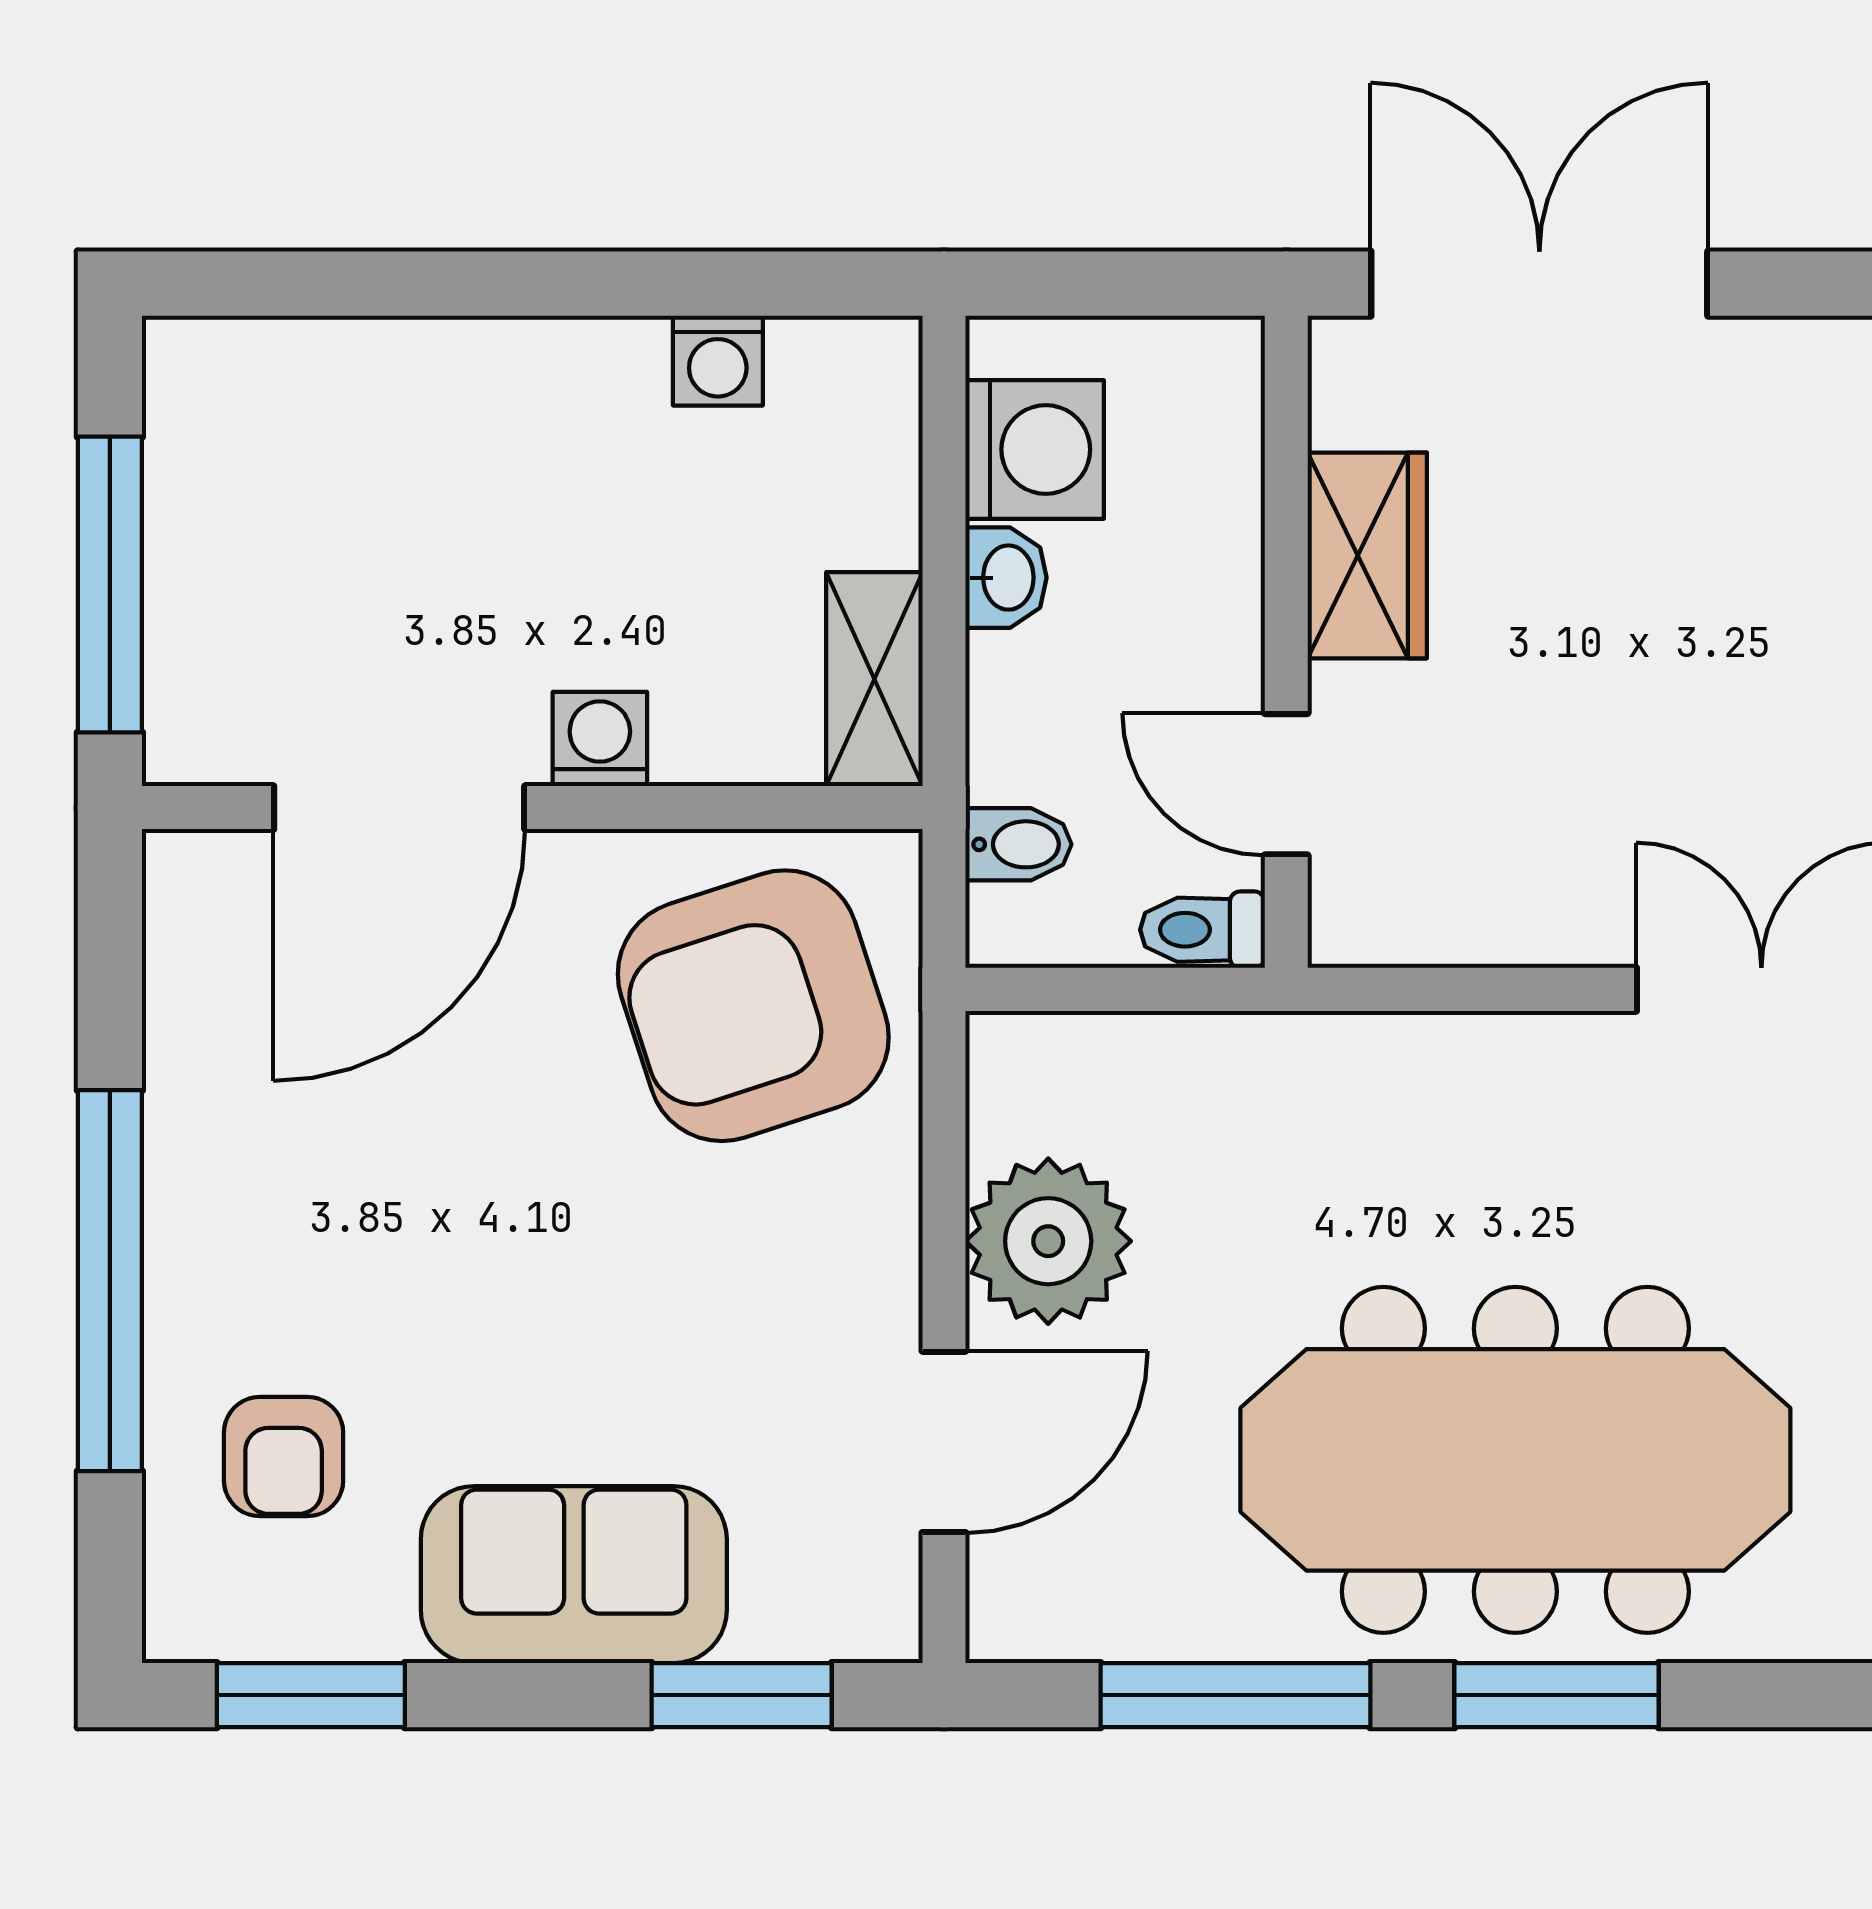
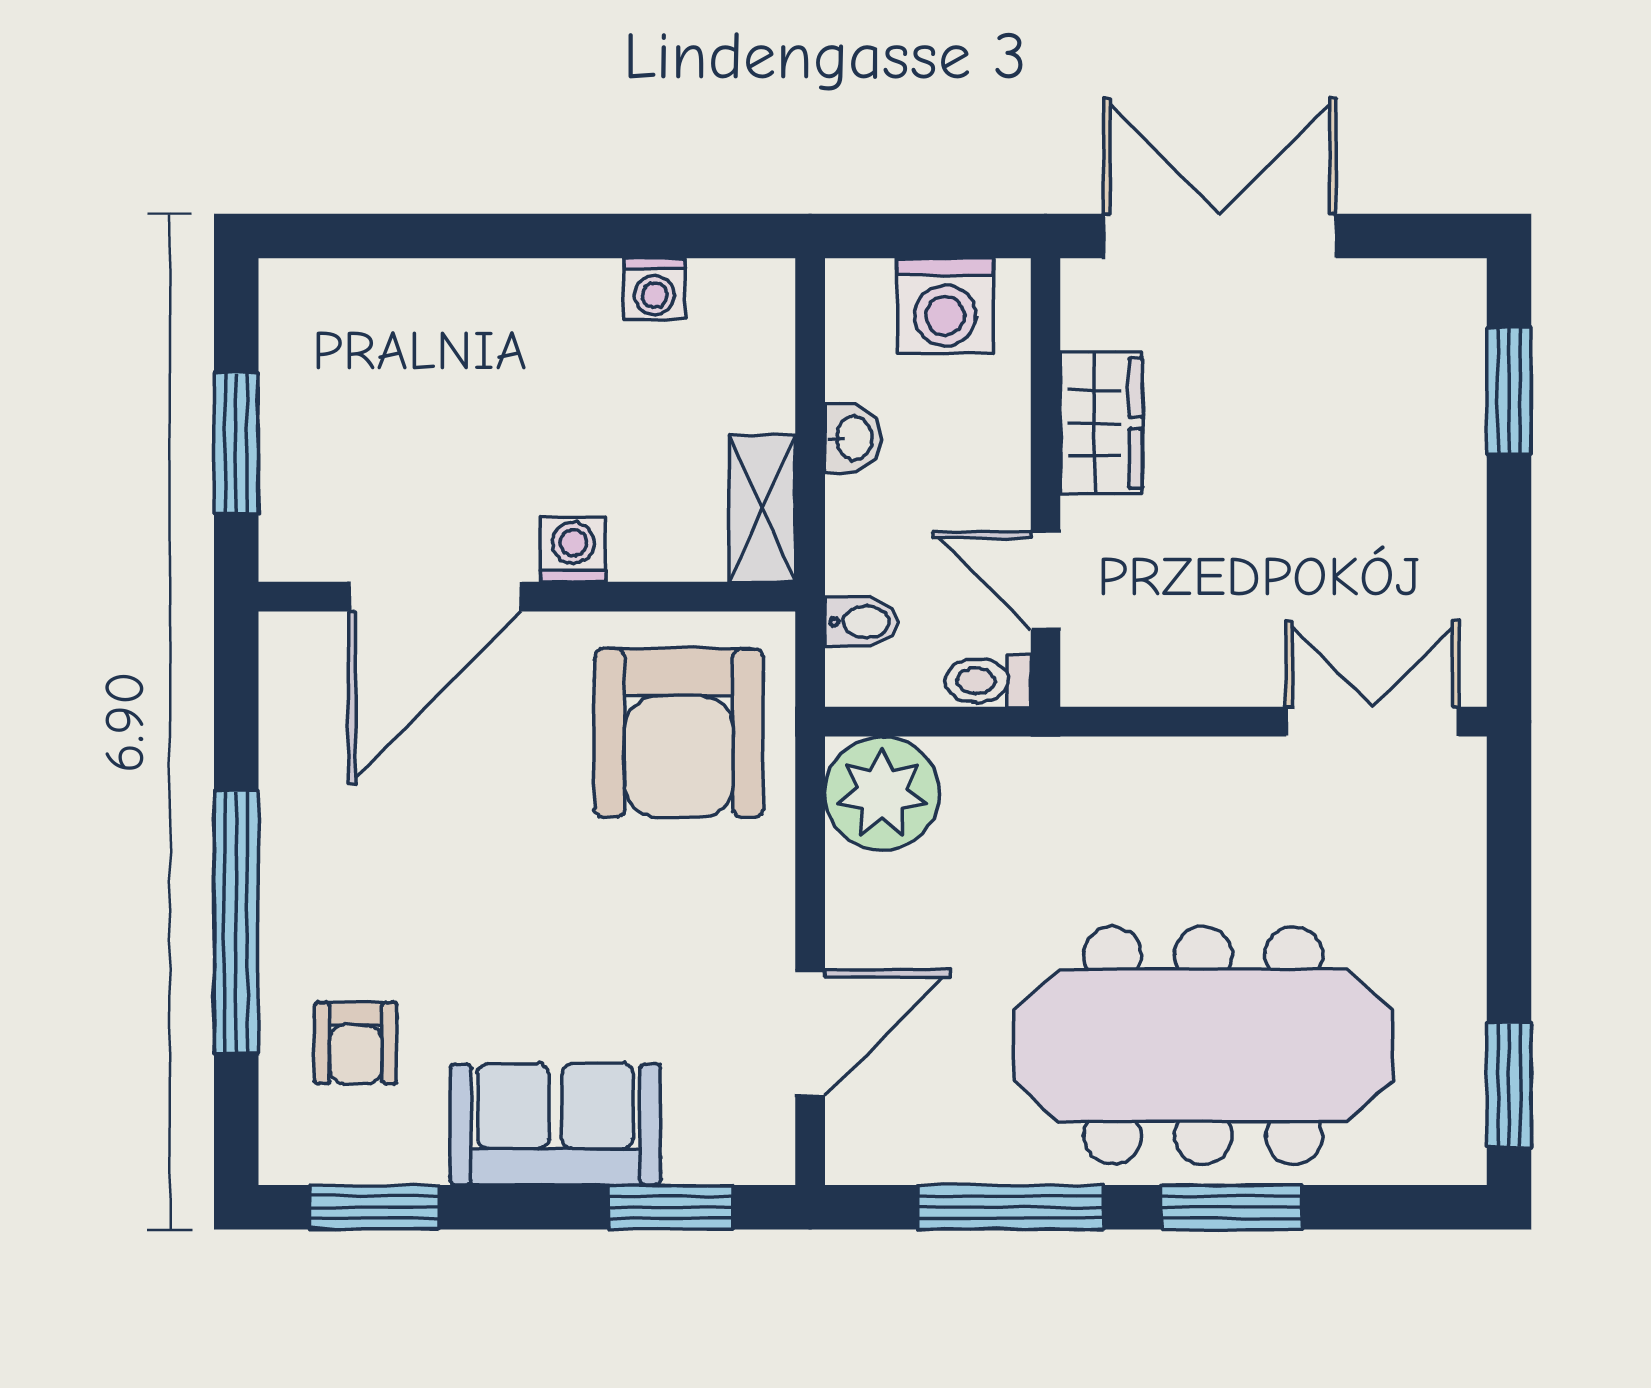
washing machine: (1035, 449) -> (945, 306), moved, turned 90
window: (110, 585) -> (236, 443), width x0.69
armchair: (753, 1006) -> (679, 733), turned -72
plant: (1048, 1241) -> (882, 793), moved

